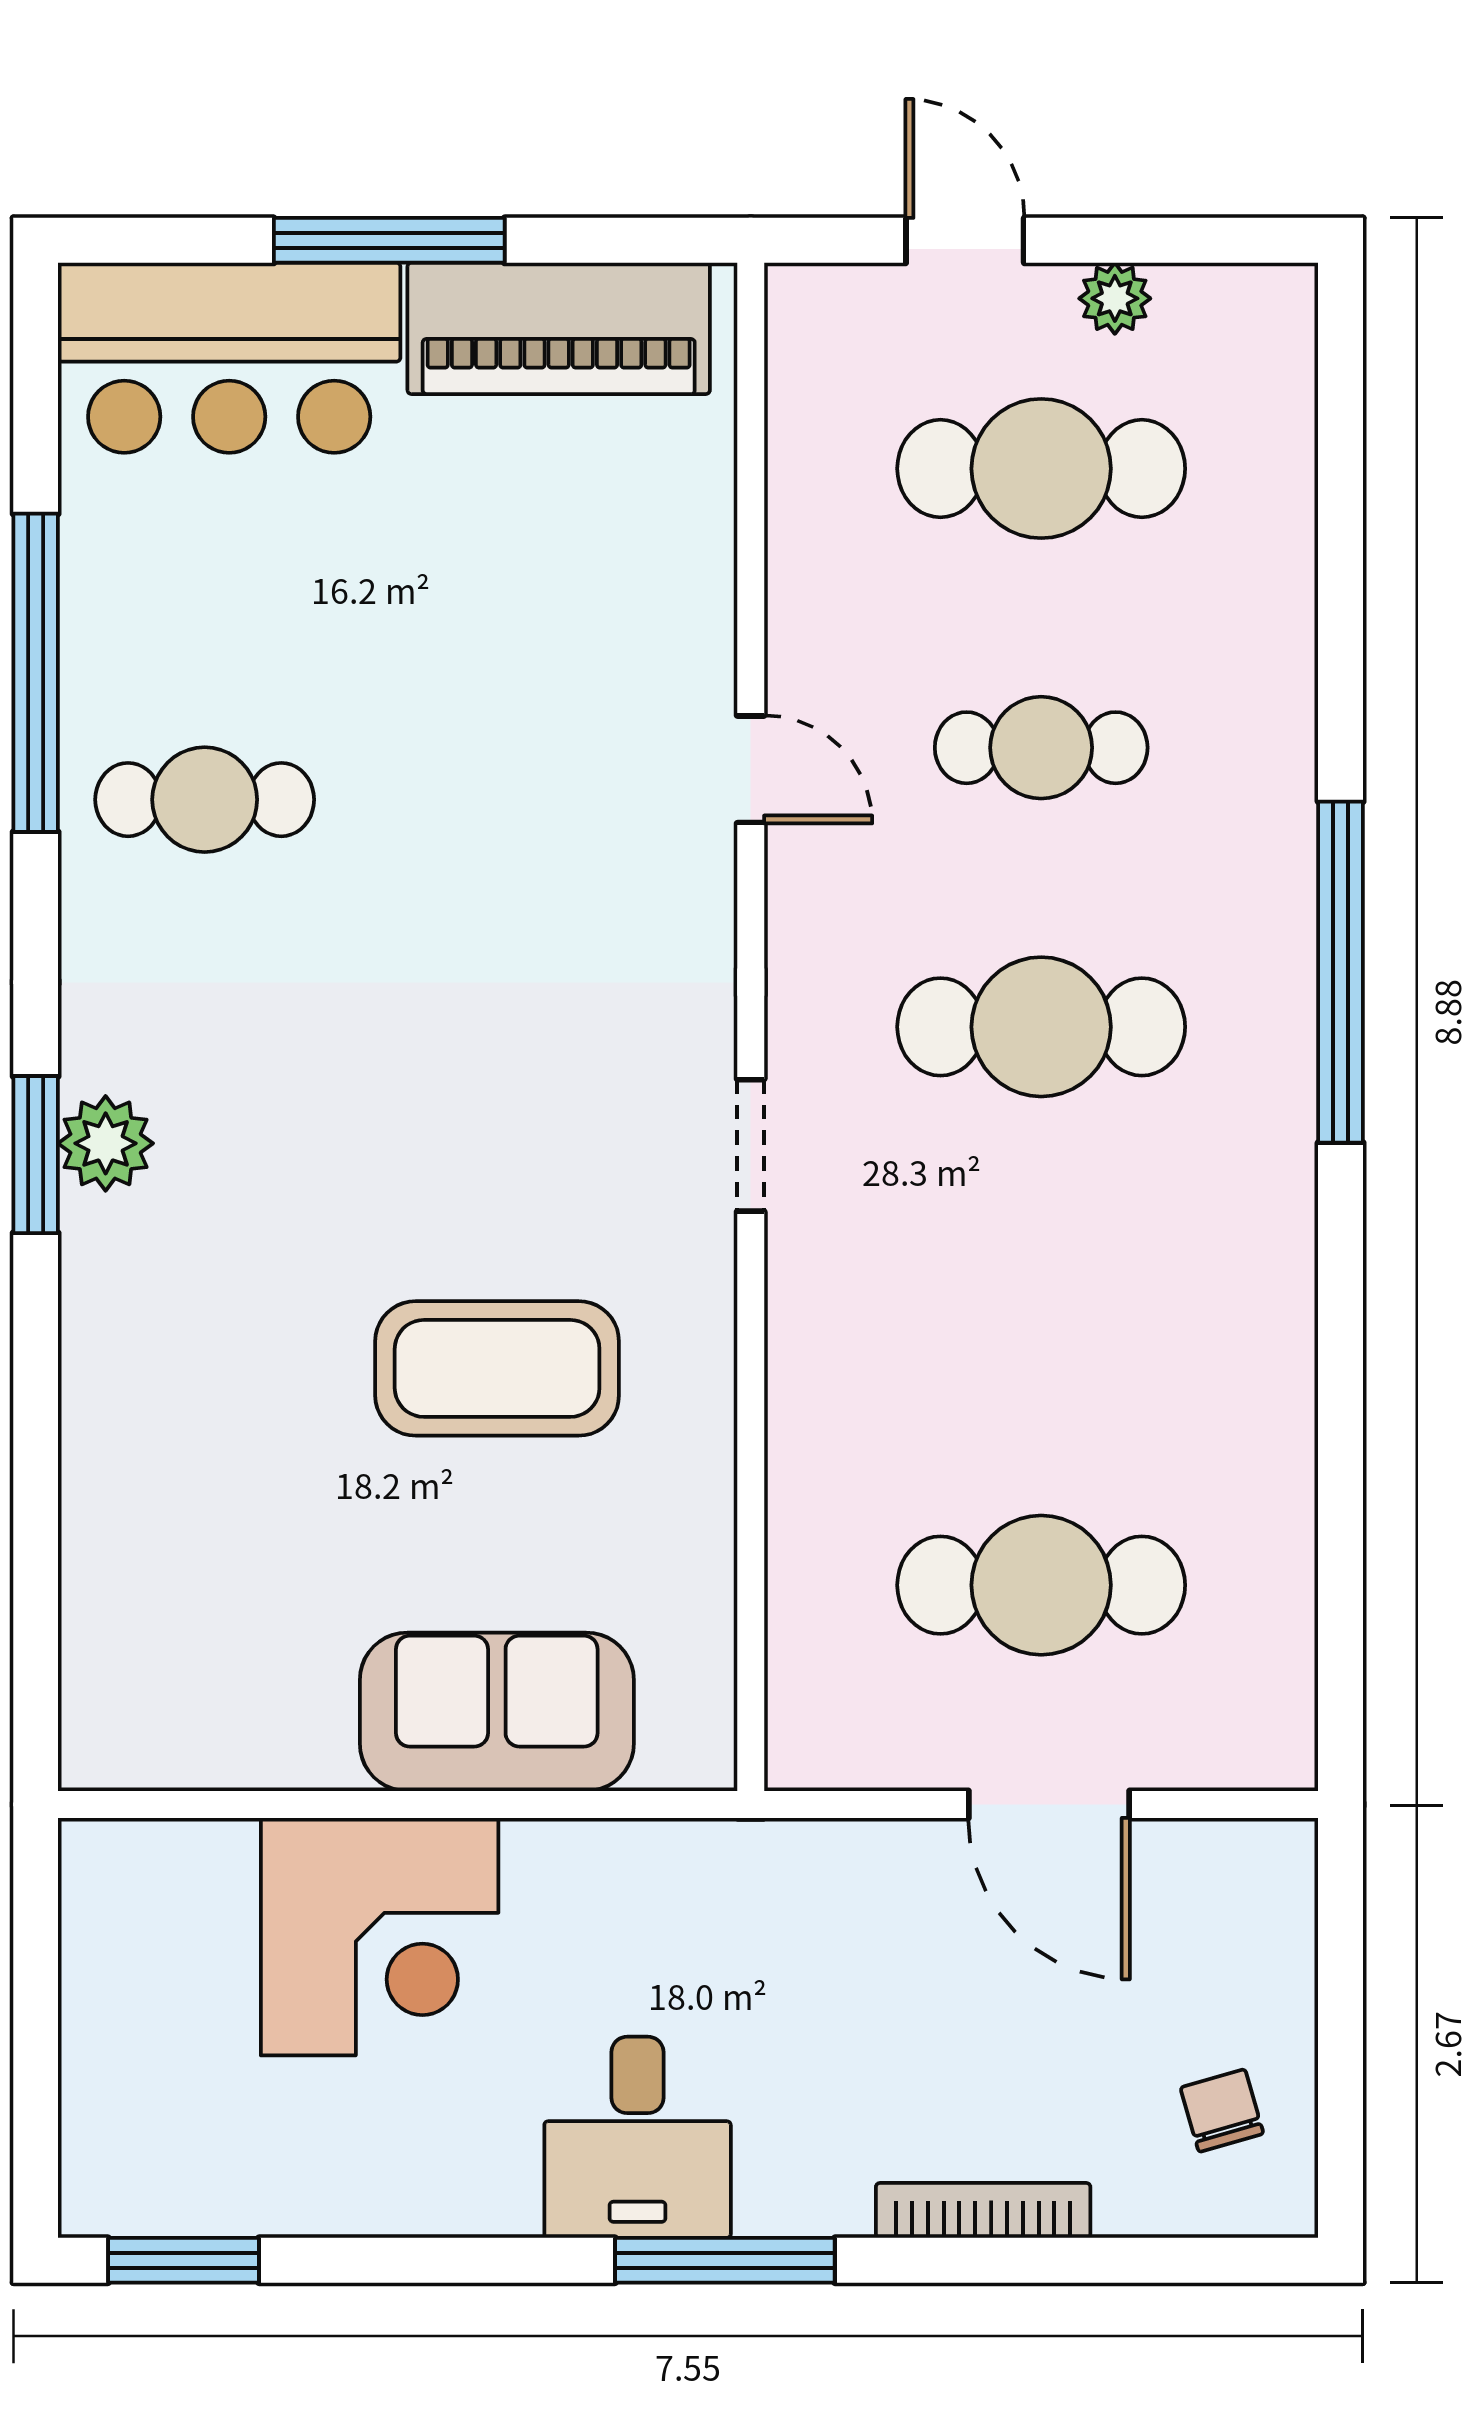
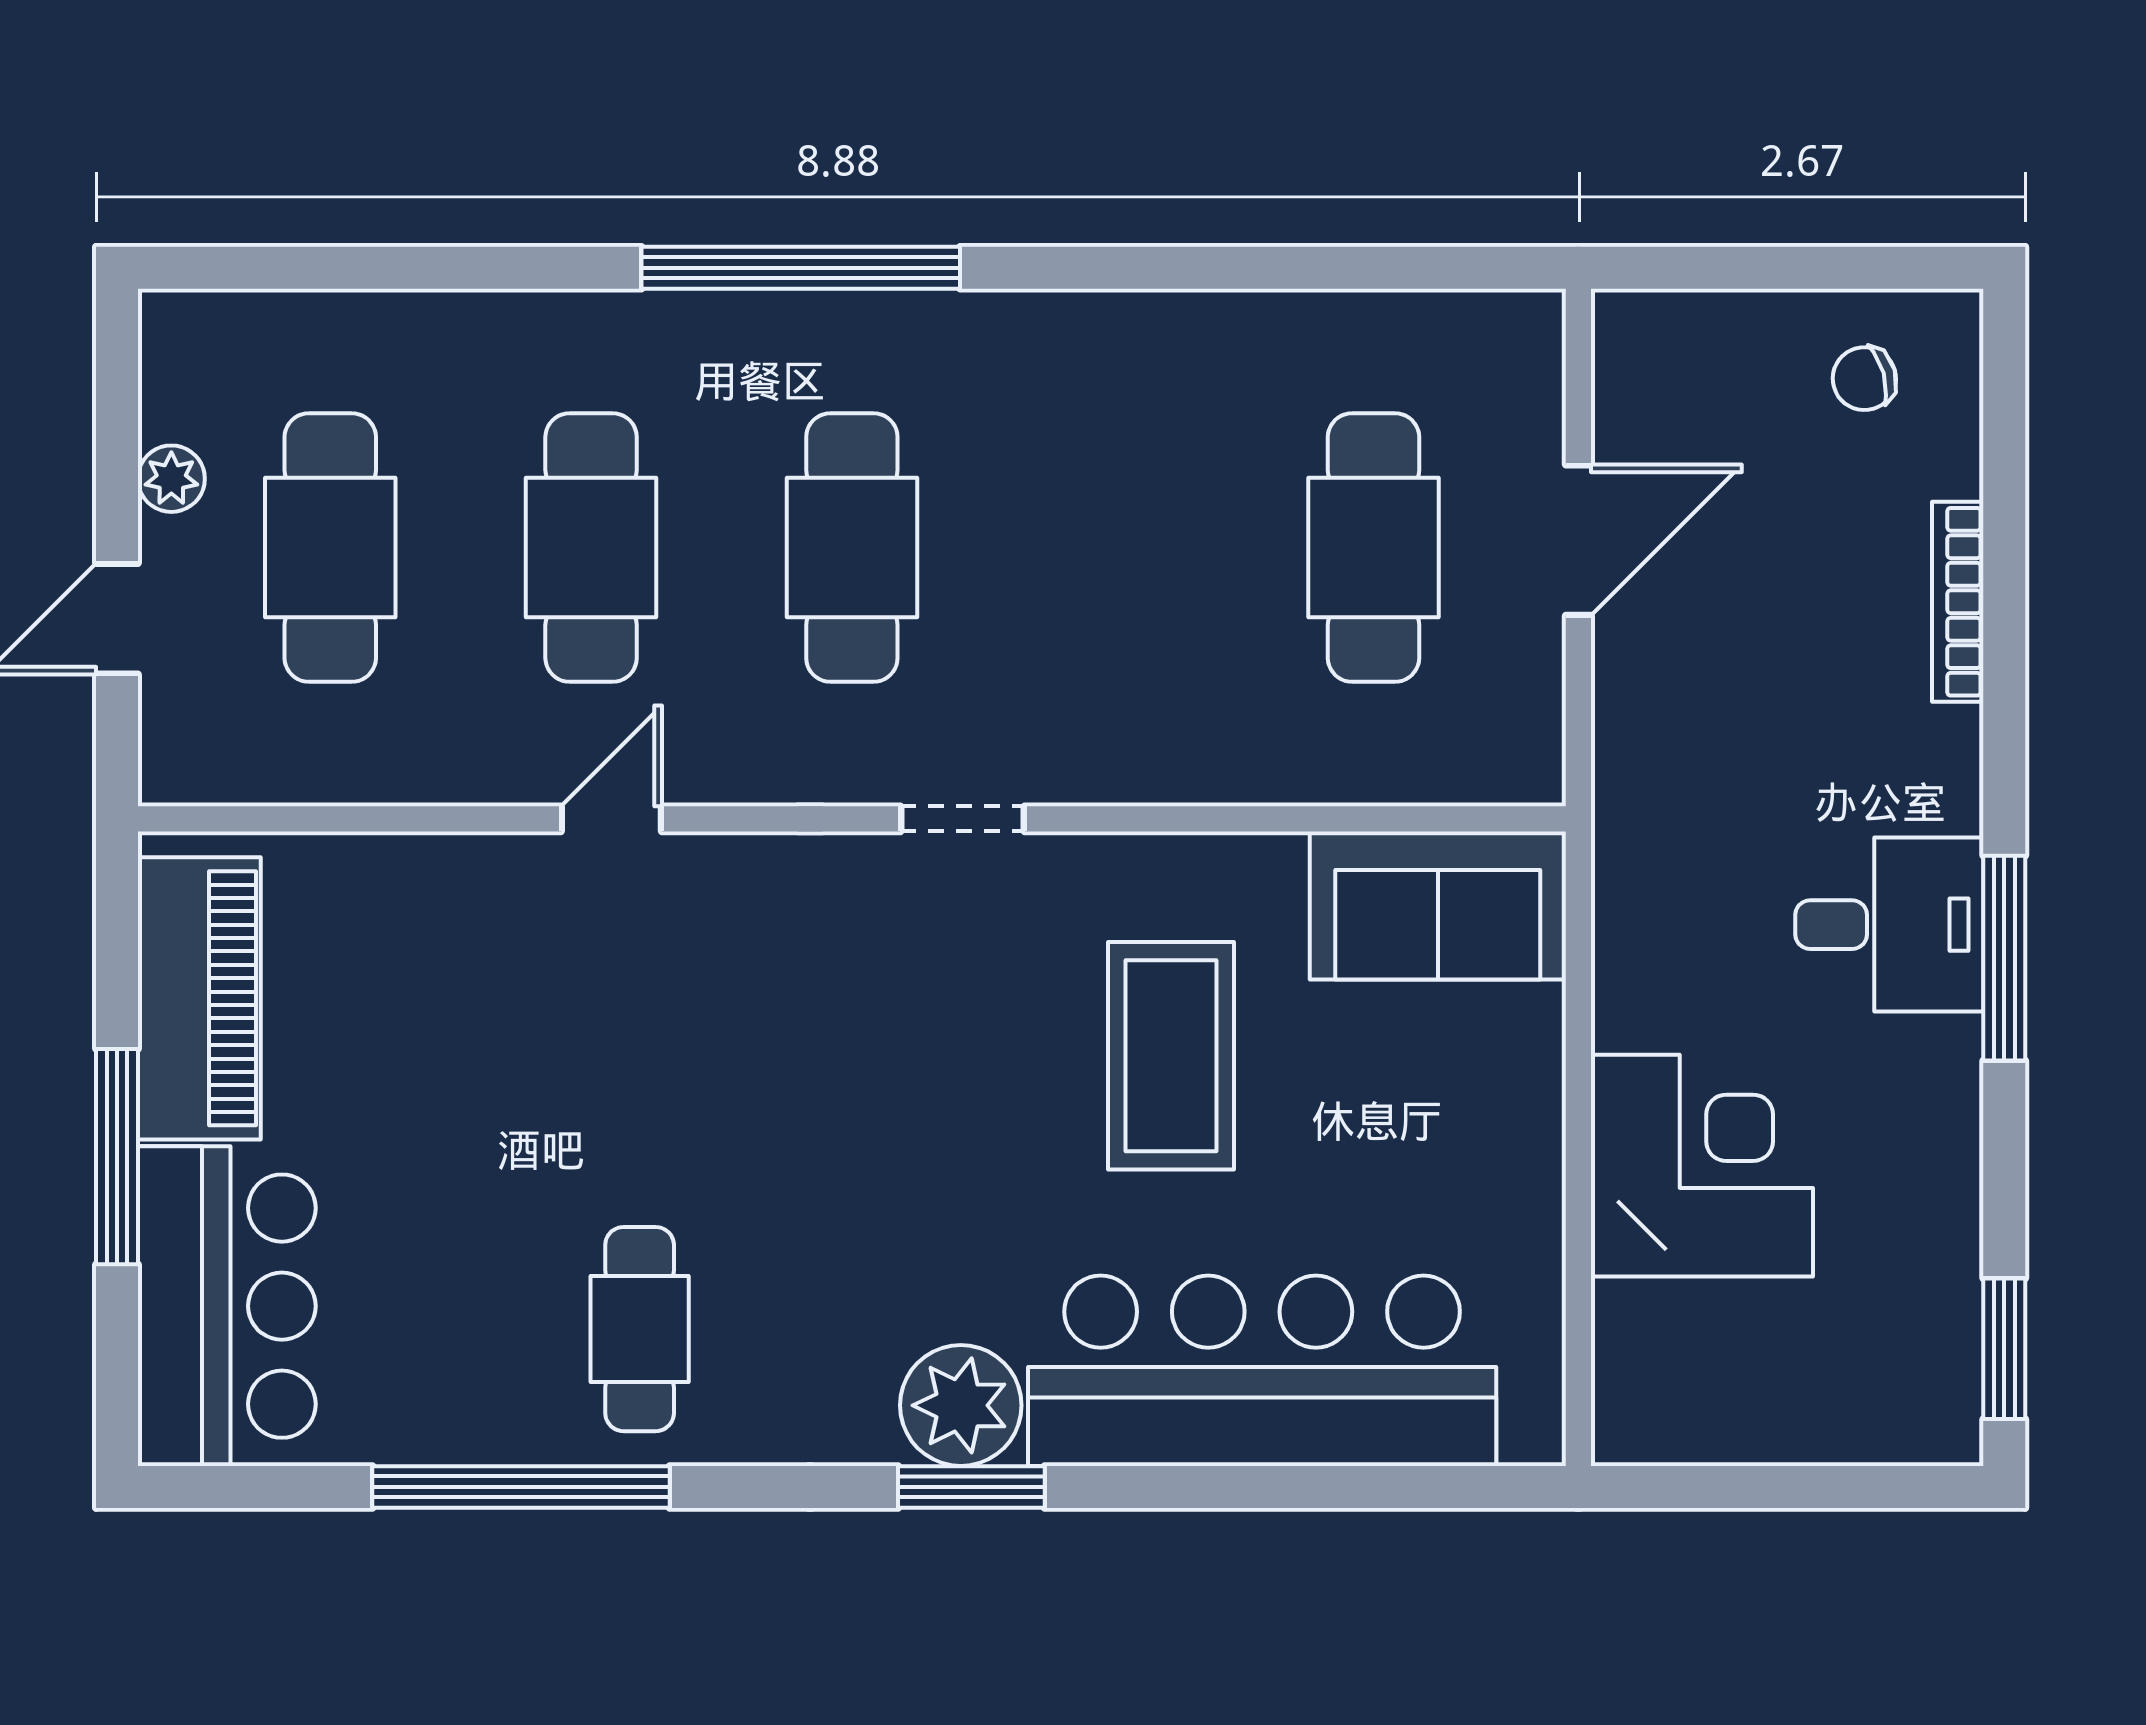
cafe table: (1041, 748) -> (591, 548), width x1.37, depth x1.35
plant: (106, 1143) -> (961, 1405), width x1.36, depth x1.36
bar counter: (160, 1466) -> (1262, 1371), added
sofa: (497, 1712) -> (1438, 905), moved, turned -90
window: (725, 2260) -> (2004, 958), moved

